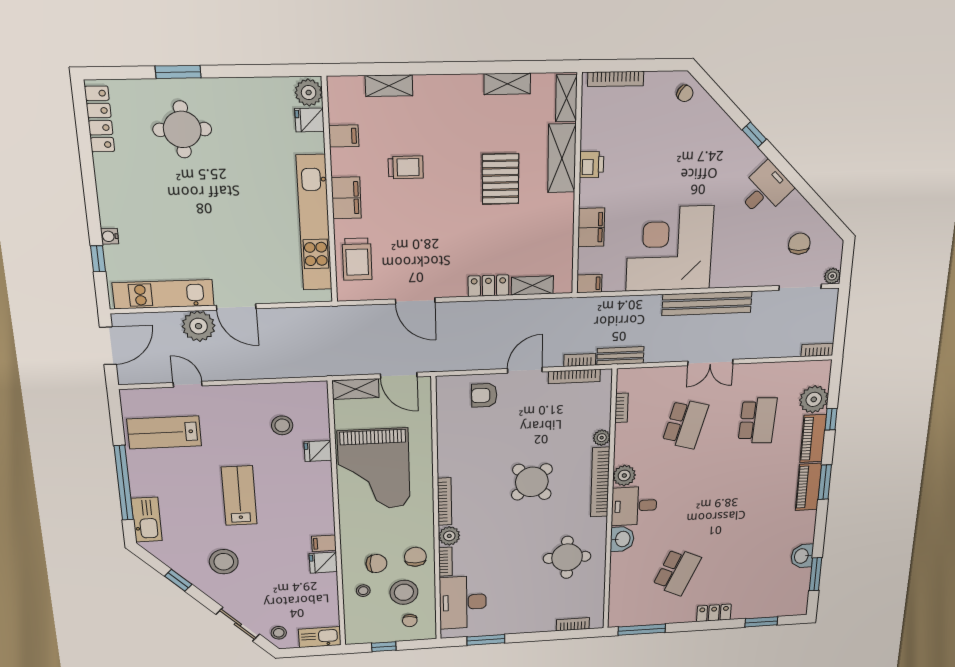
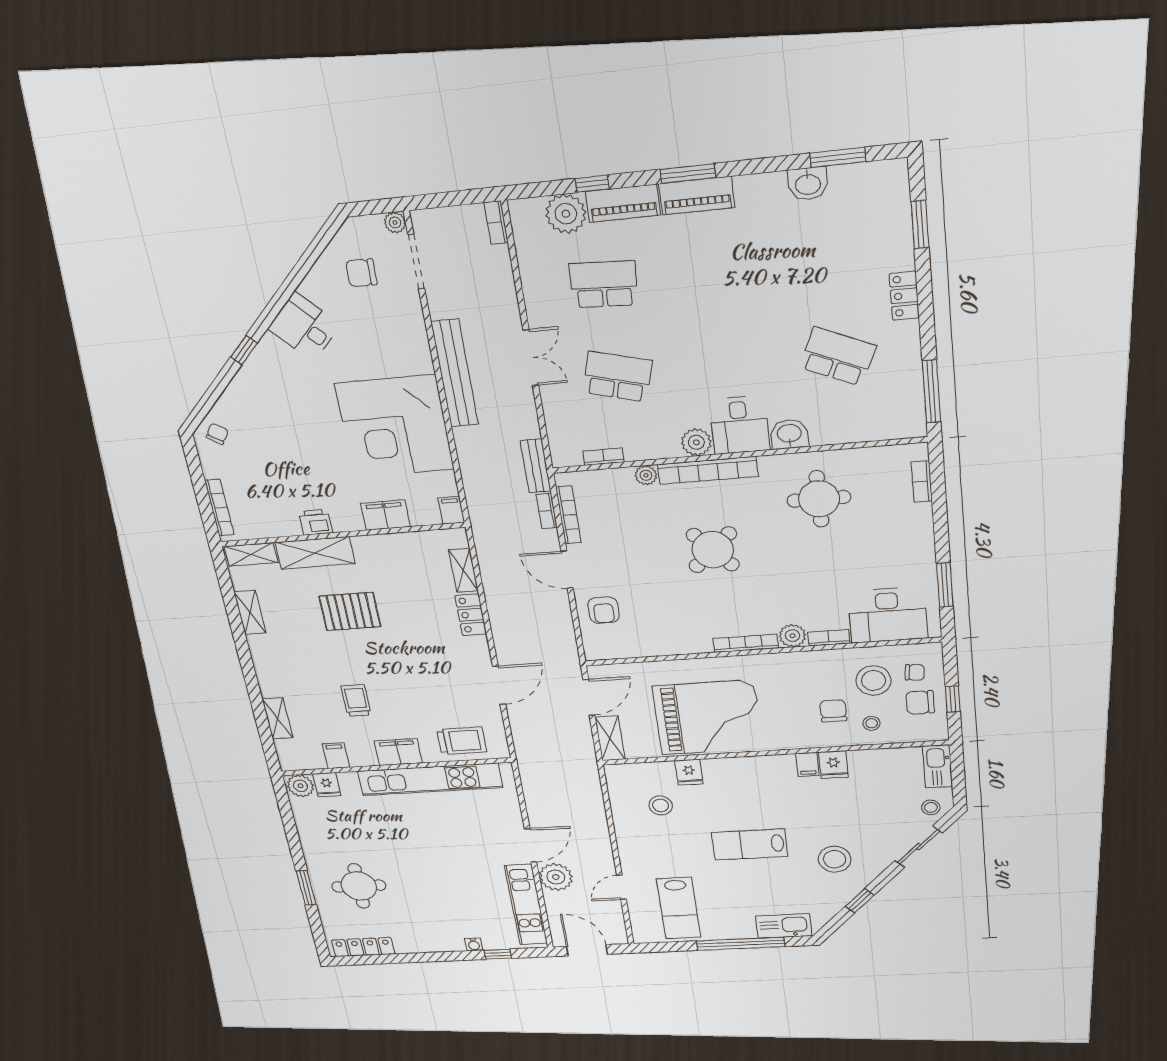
chair: (415, 557) -> (920, 702), moved

